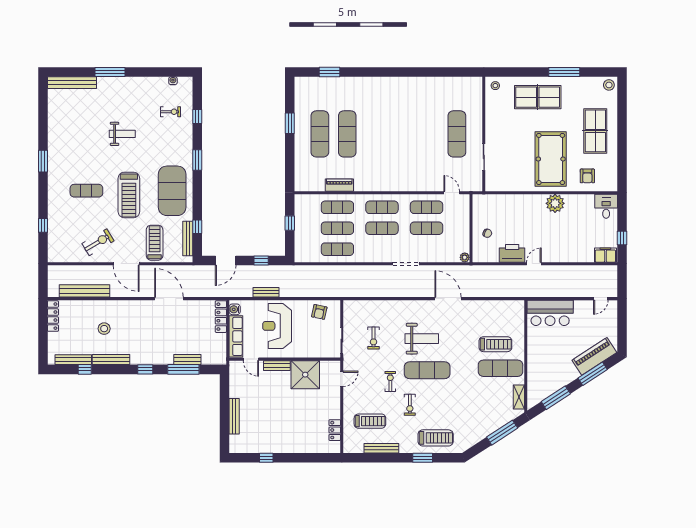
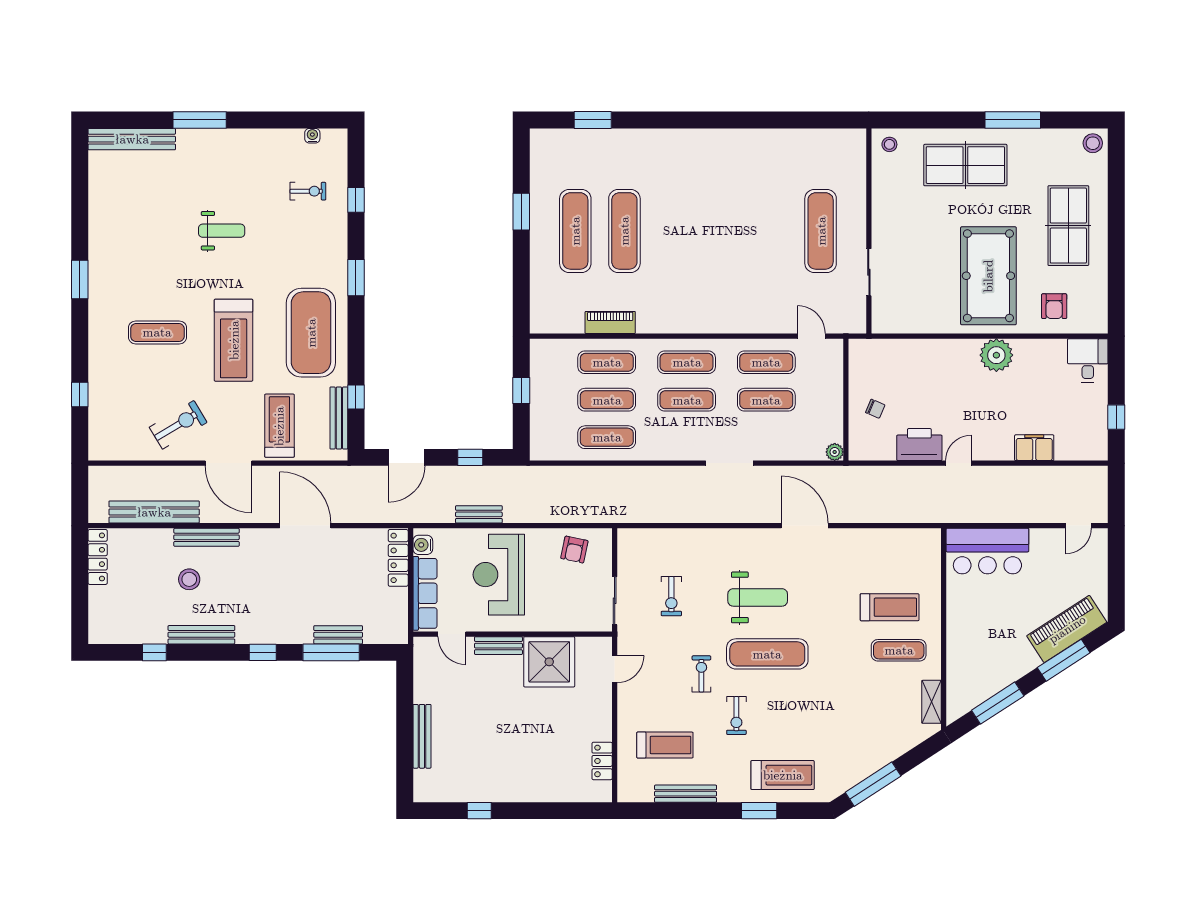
filing cabinet: (605, 255) -> (1034, 448), moved
bench: (73, 360) -> (206, 537), moved
exercise mat: (500, 368) -> (899, 650), width x0.73, depth x0.69
window: (502, 433) -> (873, 784), moved

